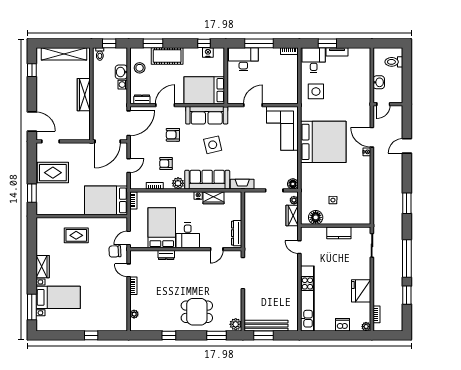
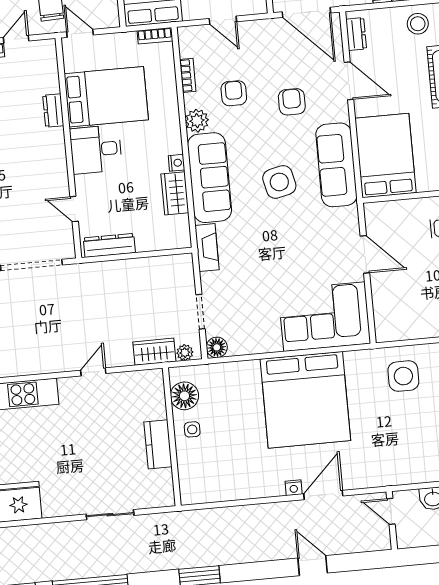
floor lamp: (316, 217) -> (184, 396), moved
wall: (336, 226) -> (172, 437), moved
kitchen counter: (339, 233) -> (158, 444), moved

